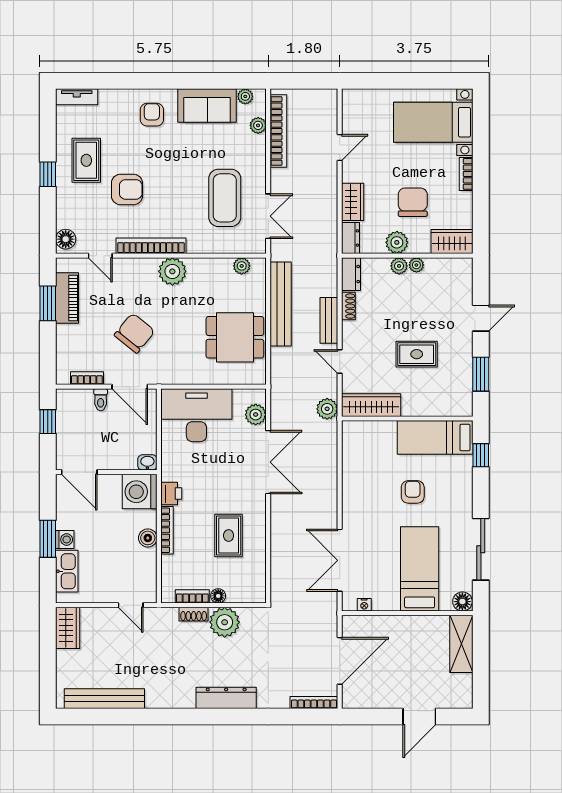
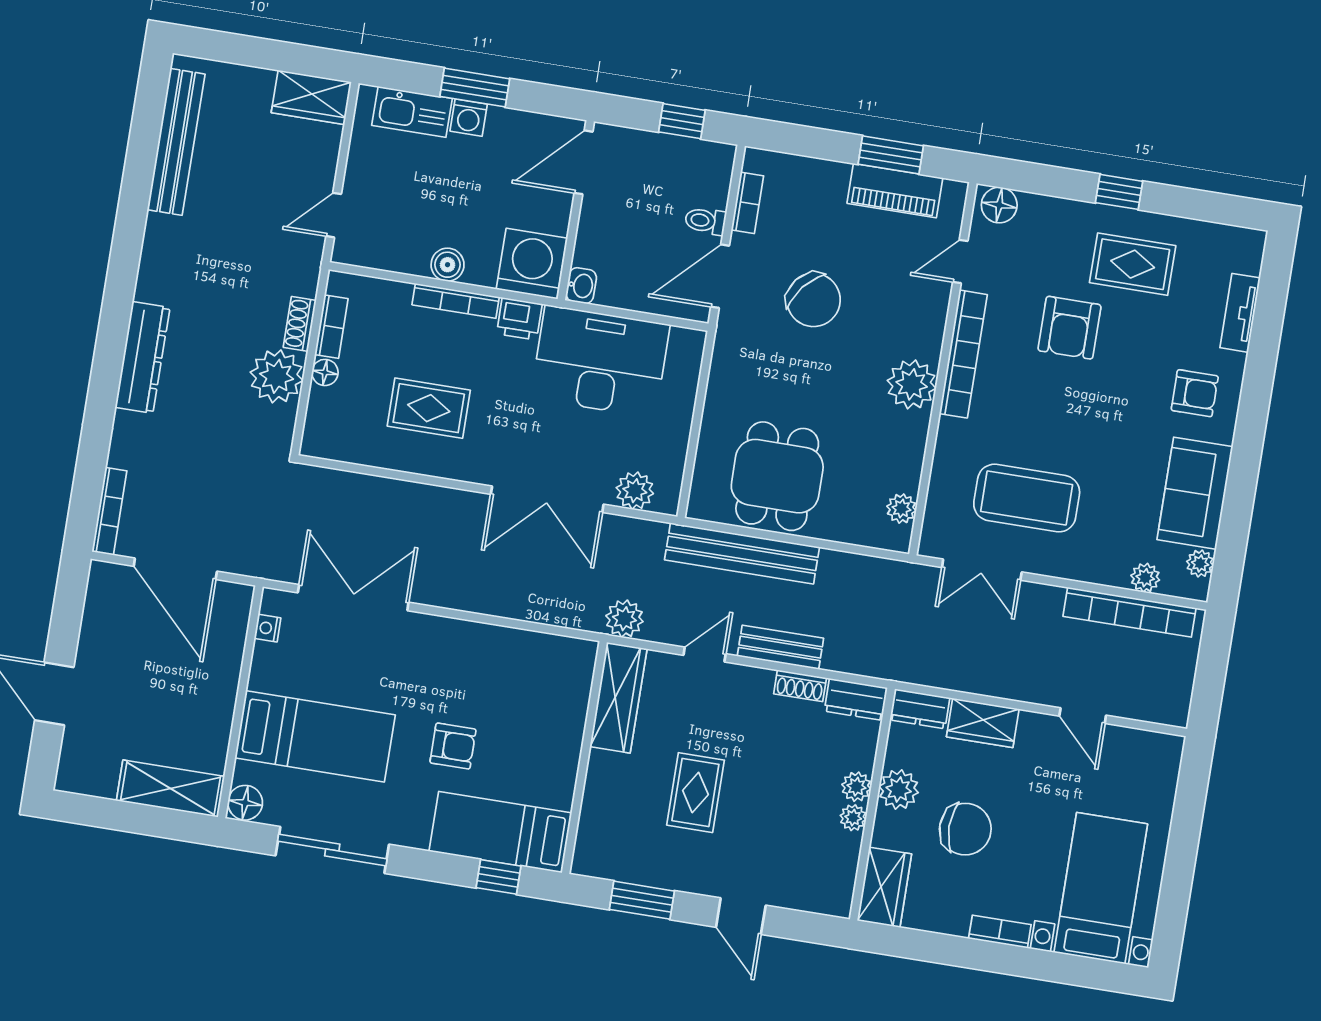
tv unit: (77, 97) -> (1240, 313), moved
bench: (281, 304) -> (742, 553), moved
desk: (196, 415) -> (600, 361), moved, turned -90
bed: (435, 437) -> (500, 832), moved, turned -90

